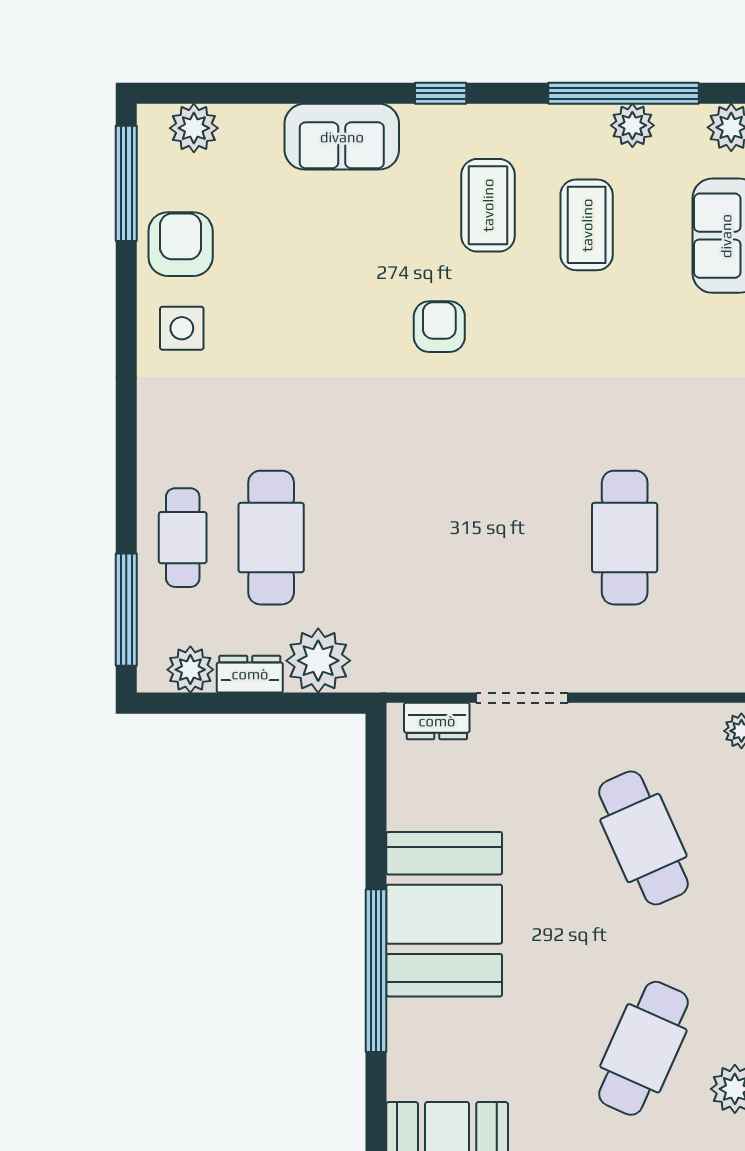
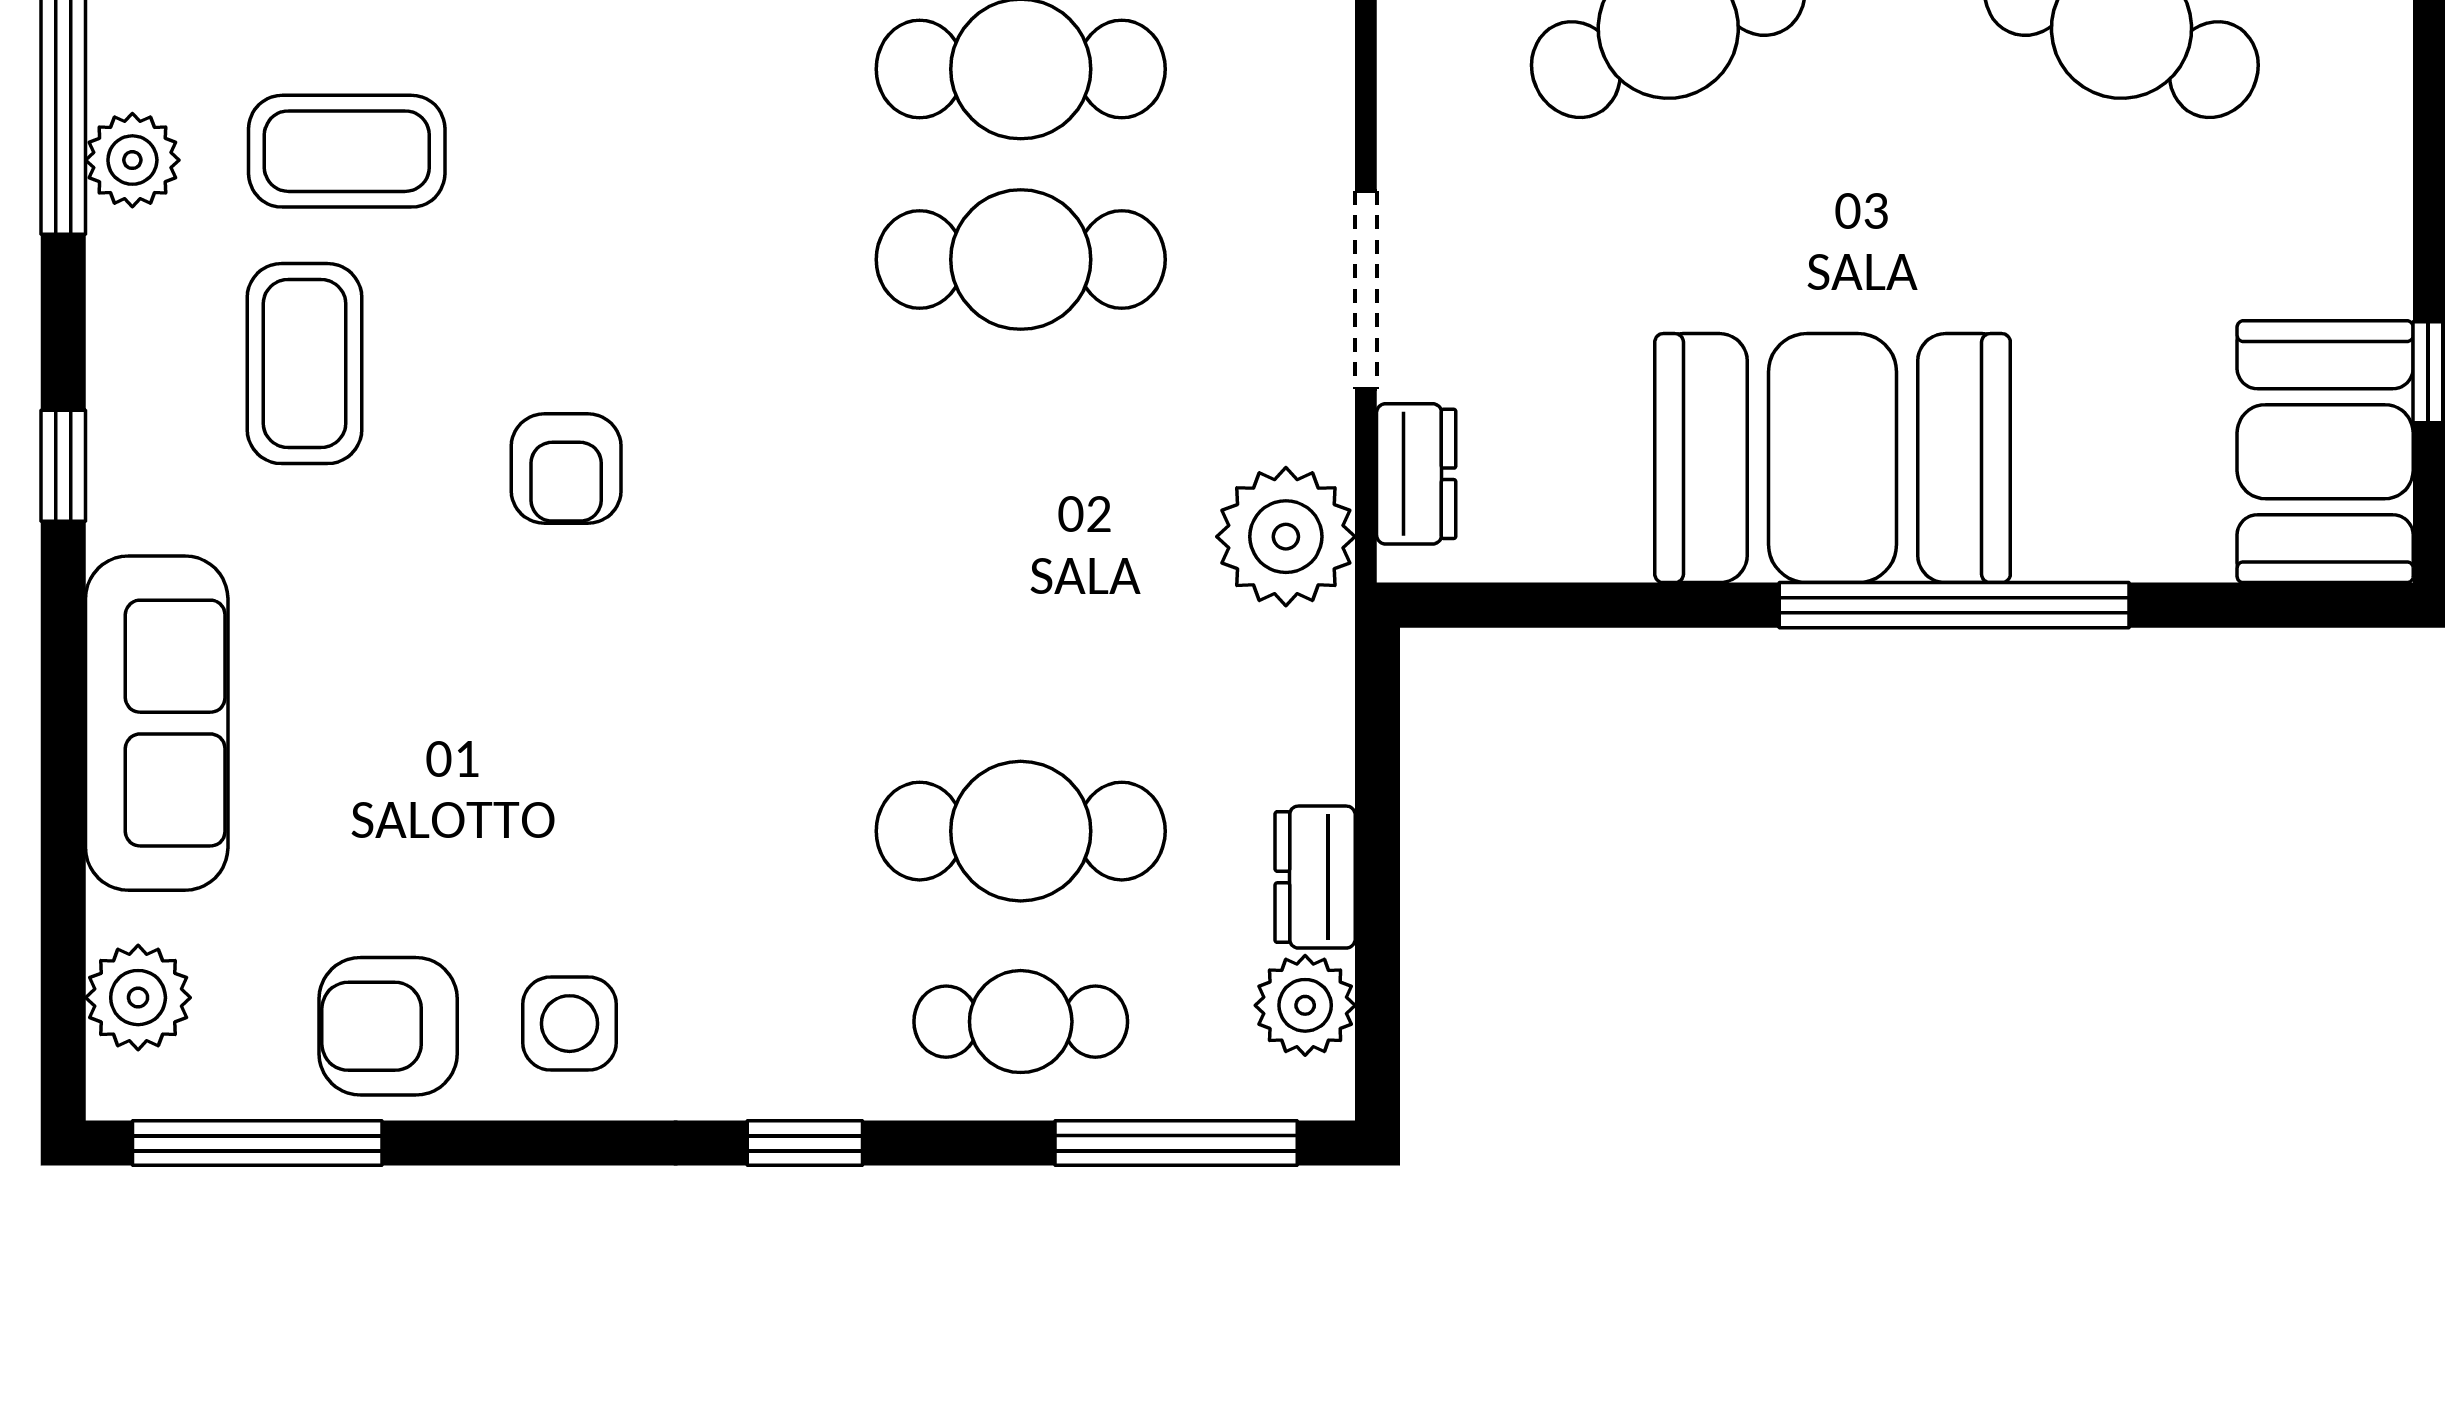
plant: (632, 125) -> (132, 160), moved
sofa: (342, 137) -> (157, 723), width x1.36
coffee table: (488, 205) -> (305, 364), turned 90
armchair: (439, 327) -> (566, 469), turned -90
window: (126, 437) -> (805, 1143), added
cafe table: (536, 538) -> (1021, 260), added
plant: (318, 661) -> (1286, 537), moved

